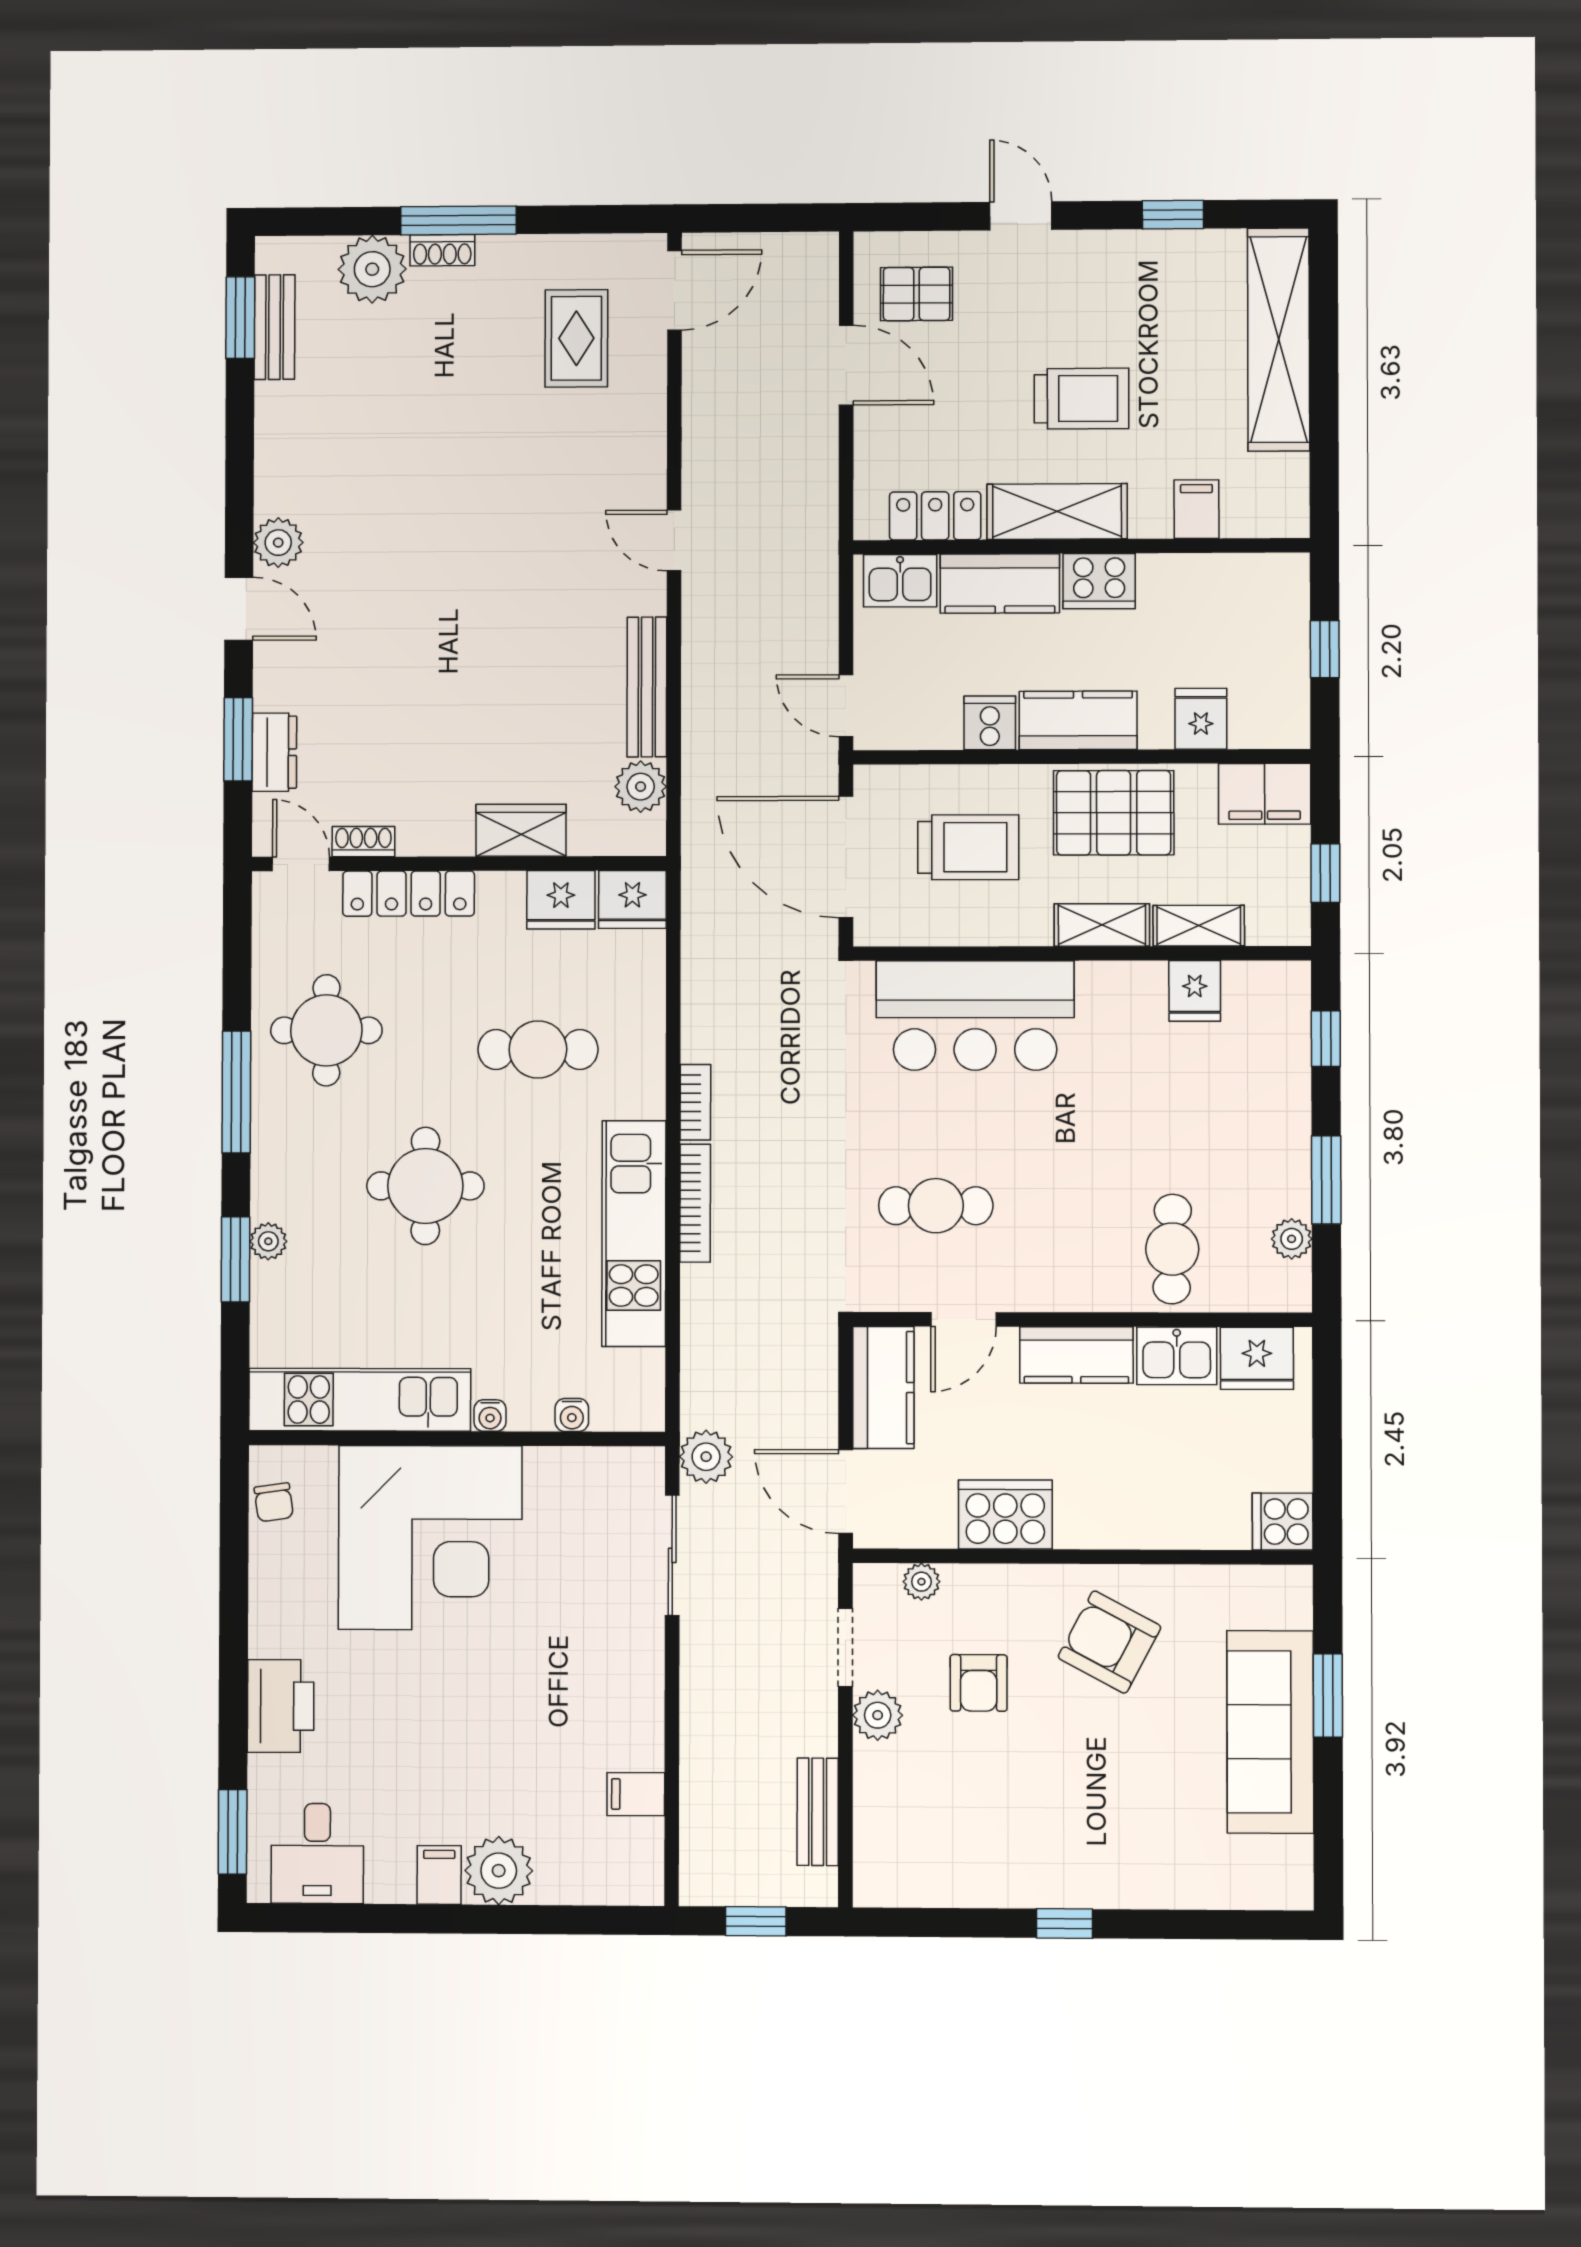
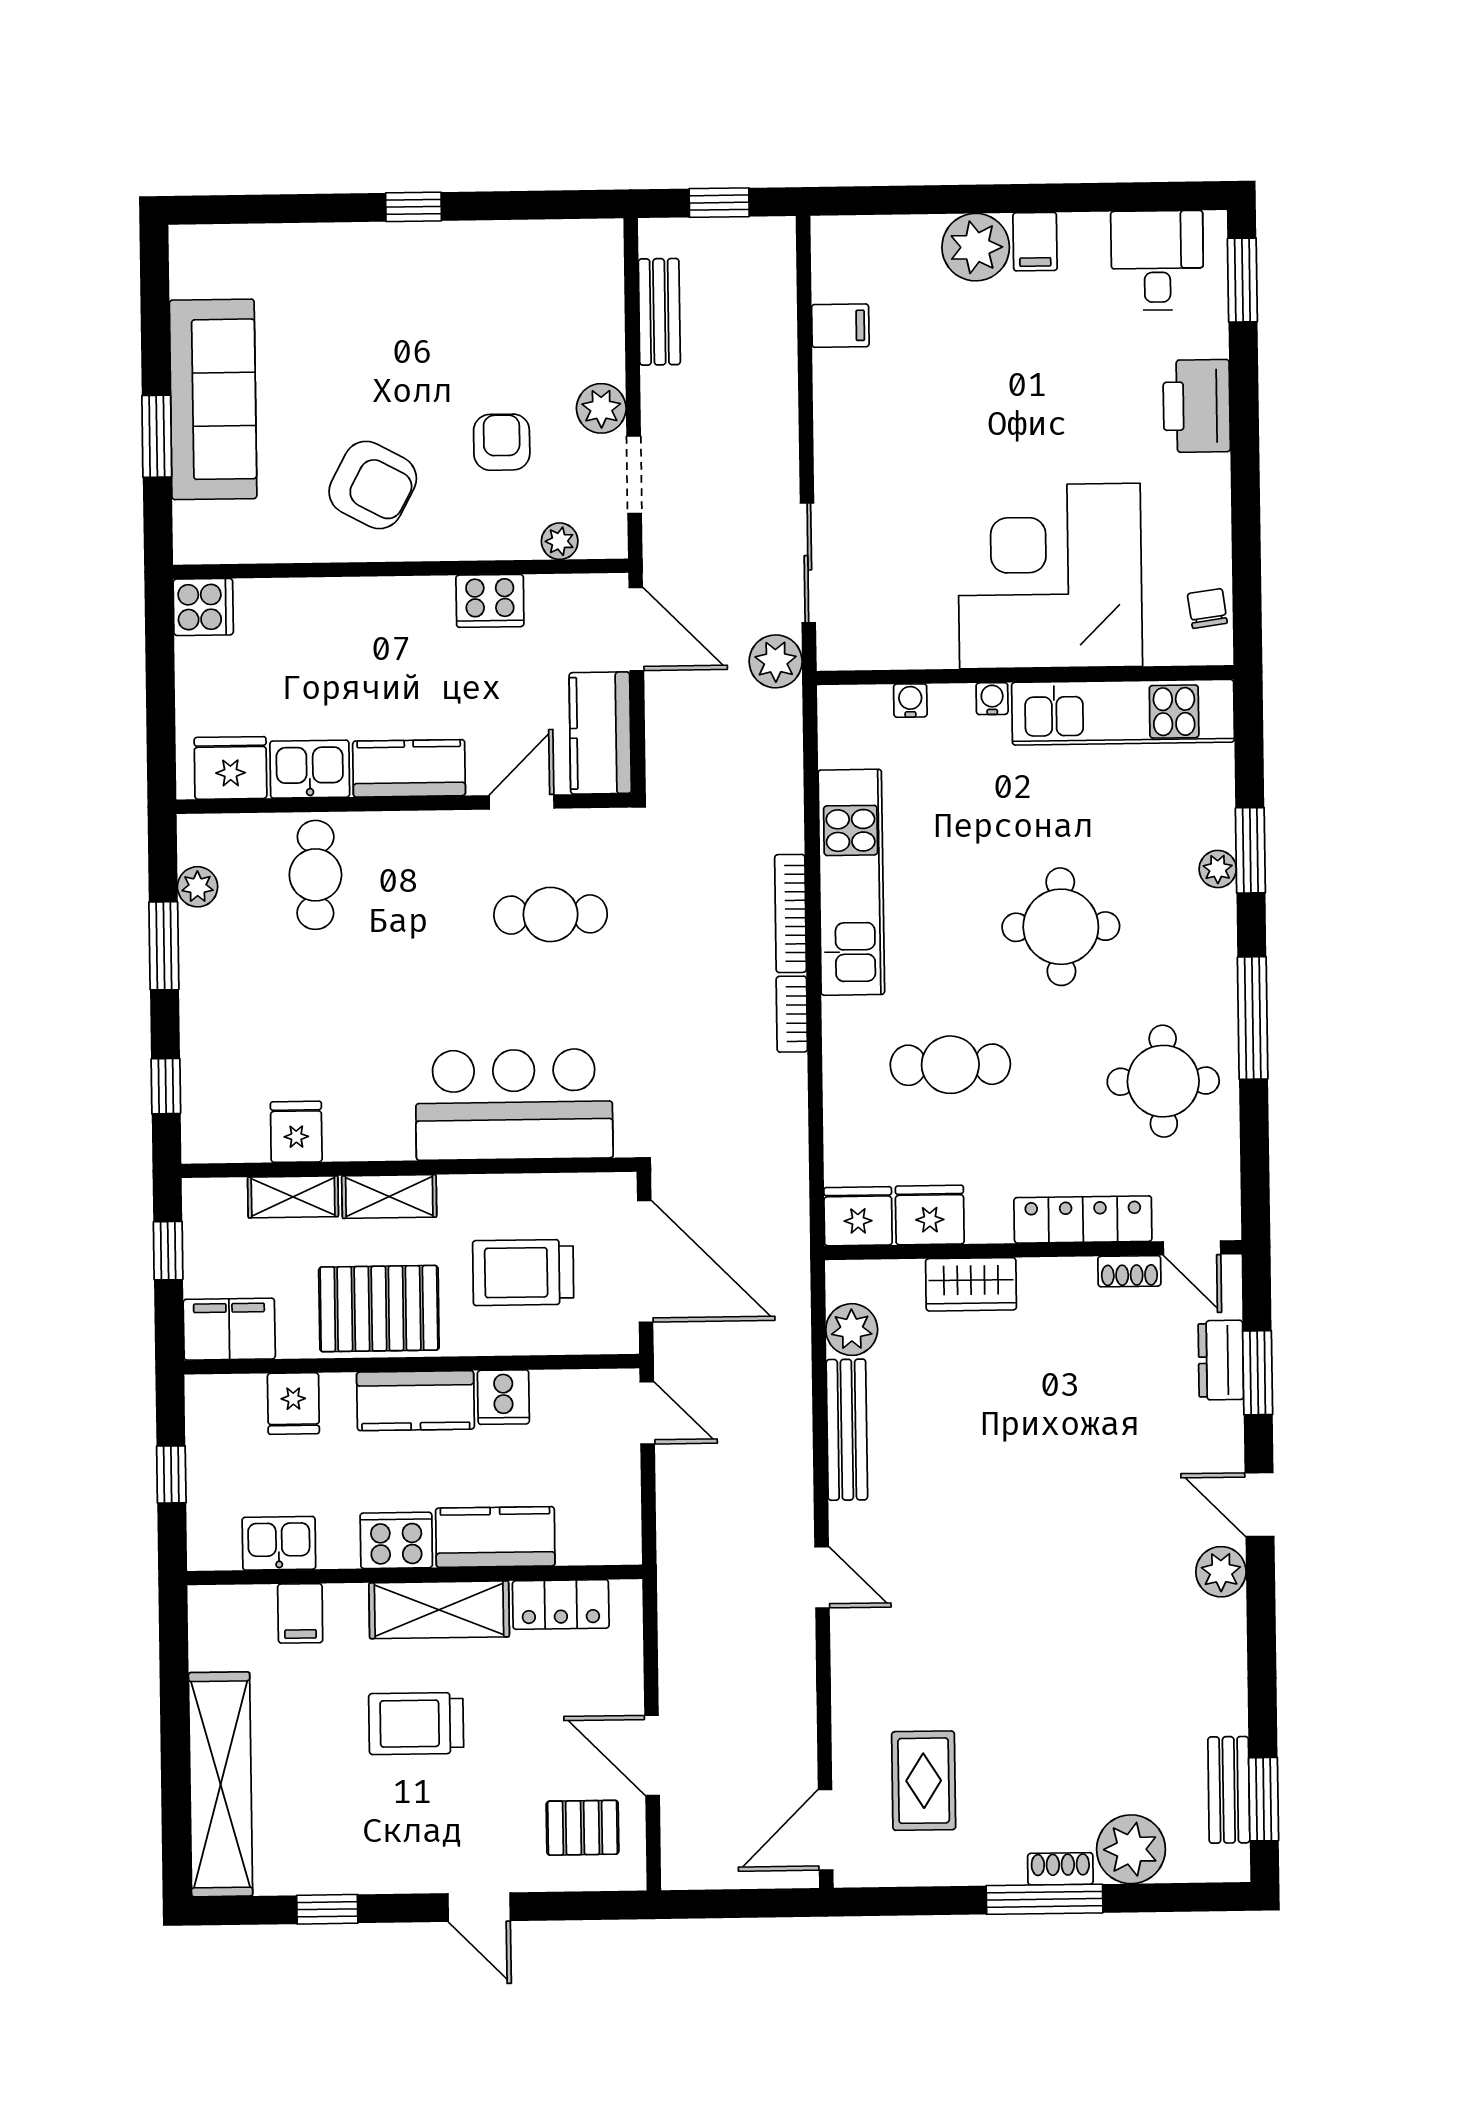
kitchen sink: (900, 581) -> (279, 1543), moved
cooker: (1005, 1514) -> (490, 601), width x0.73, depth x0.76

